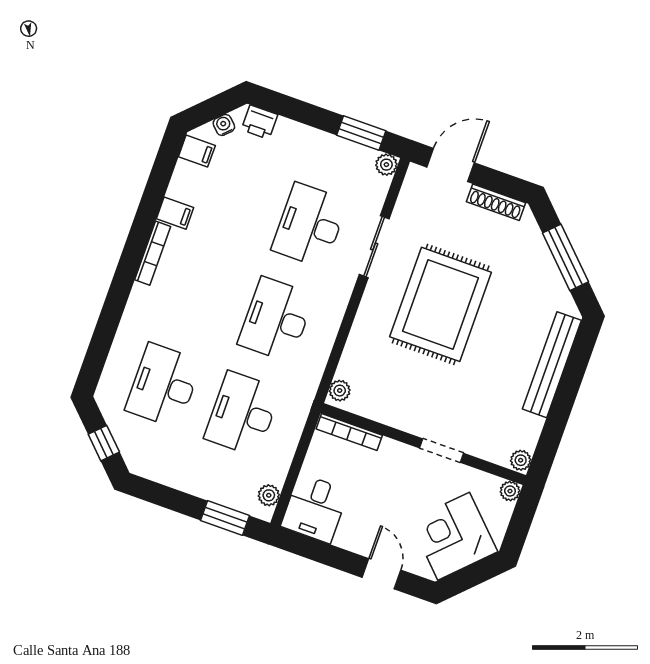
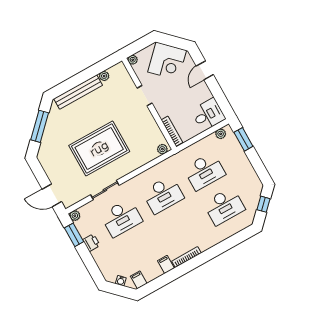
printer: (259, 122) -> (91, 243), moved
shoe rack: (496, 202) -> (47, 168), removed
plant: (521, 460) -> (104, 76), moved

